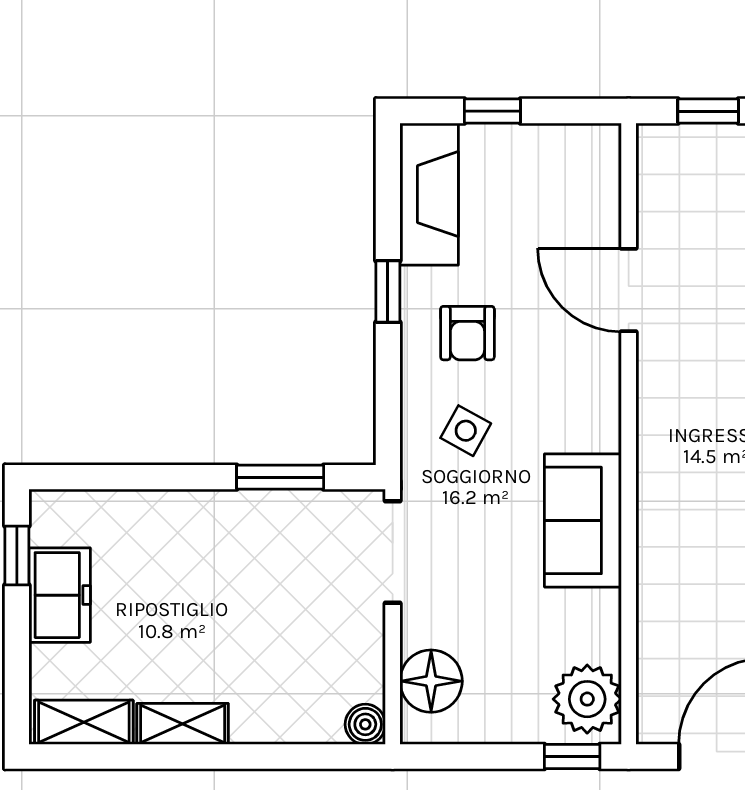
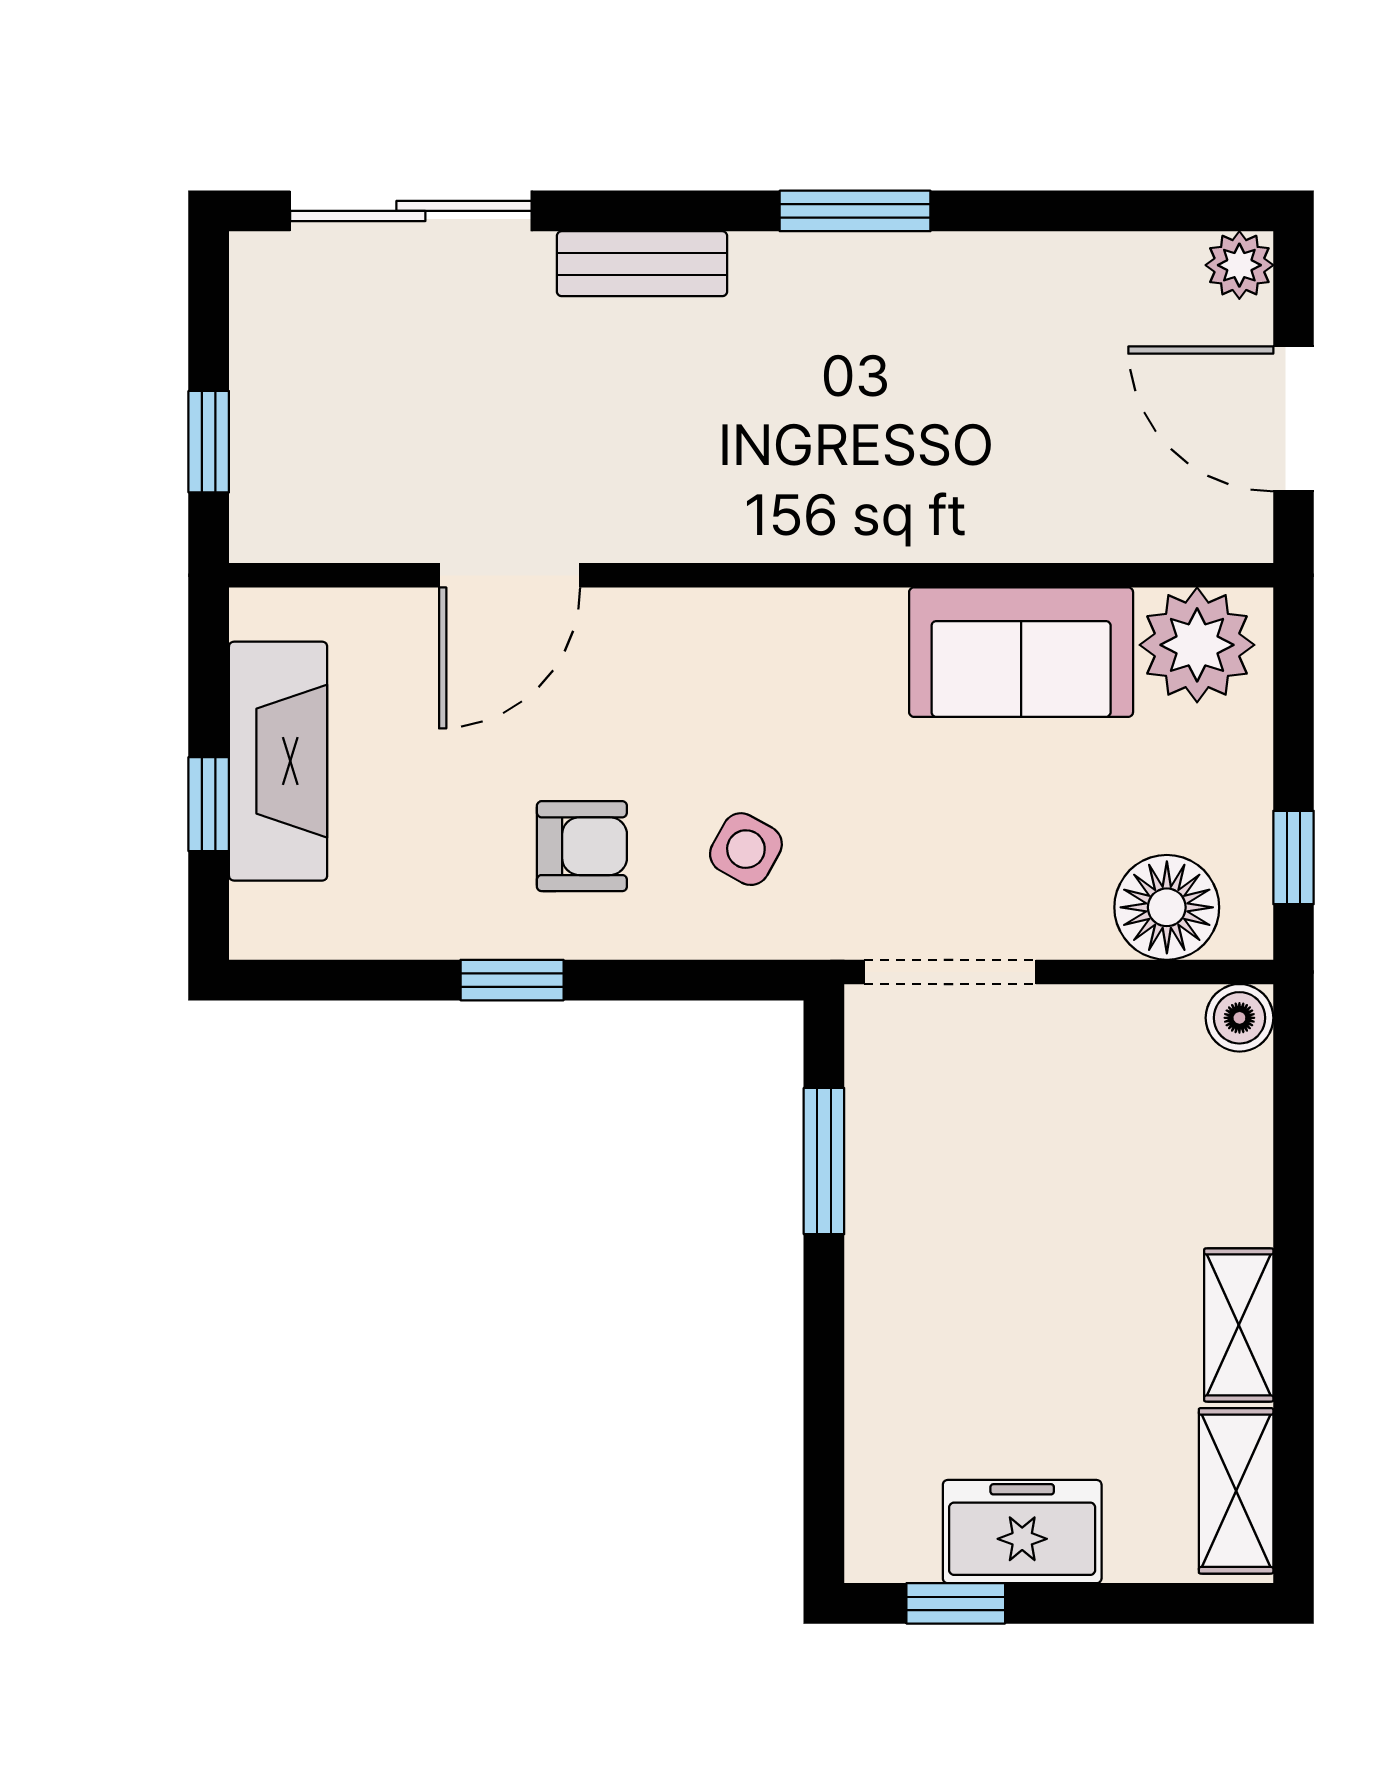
fireplace: (429, 194) -> (278, 761), moved, turned 90
sofa: (583, 520) -> (1021, 652), moved
window: (572, 756) -> (1293, 857), moved

